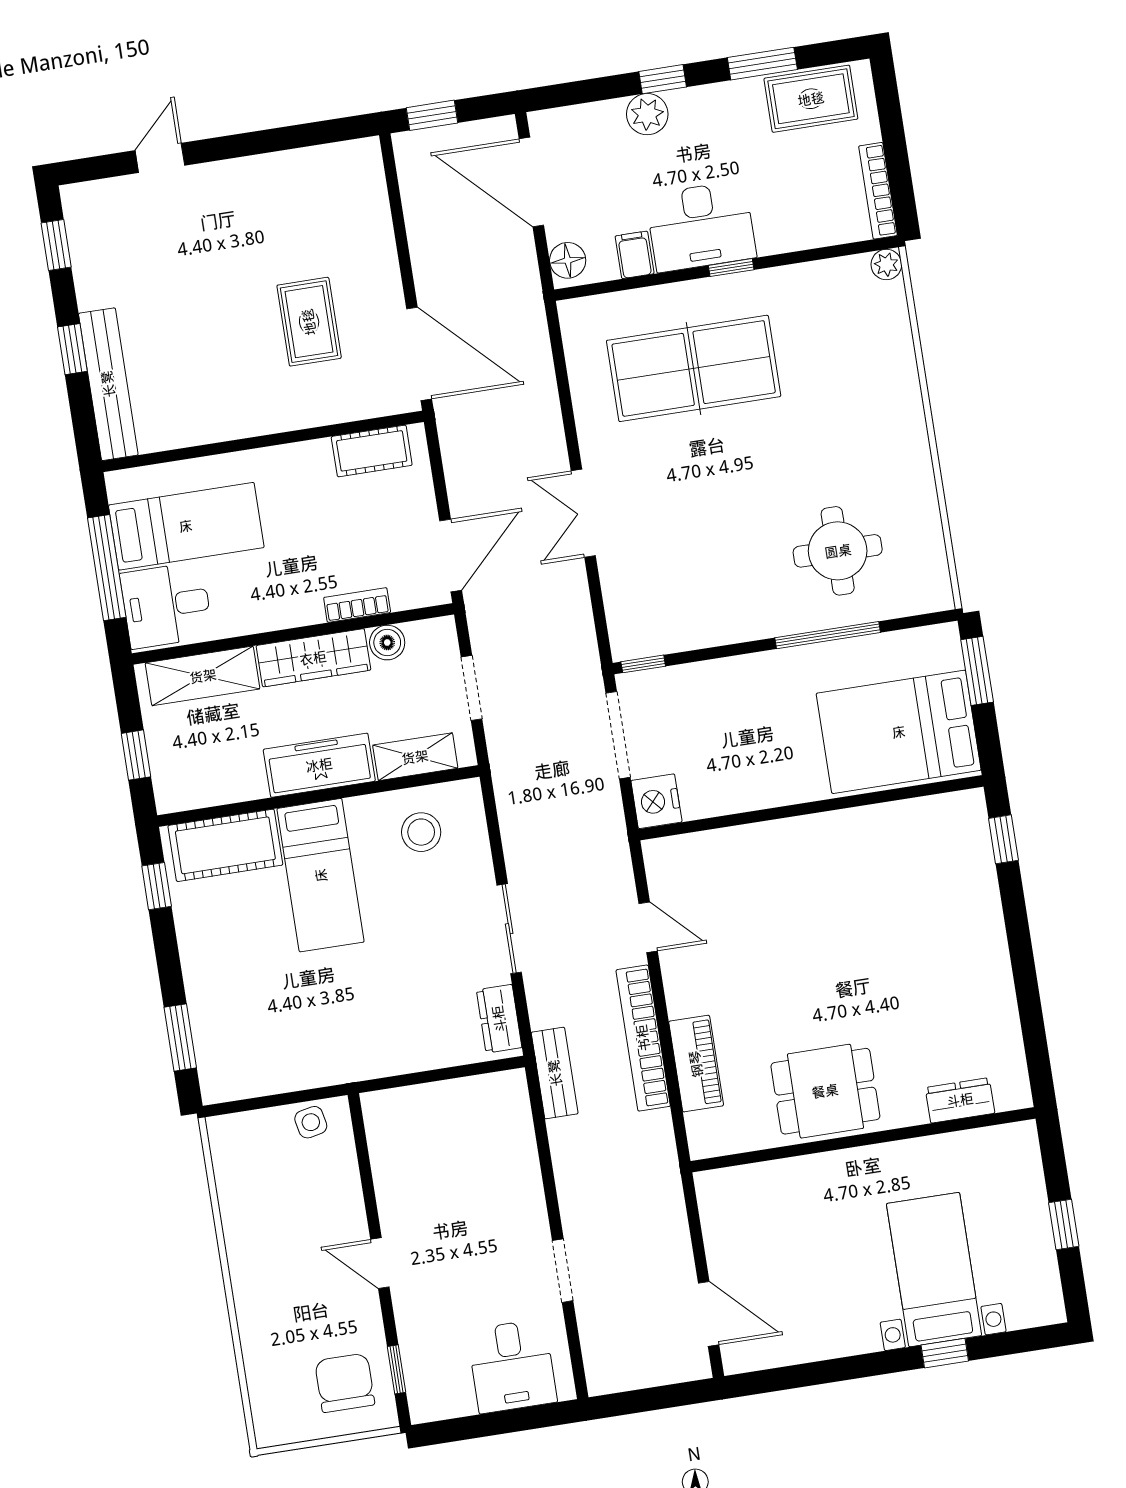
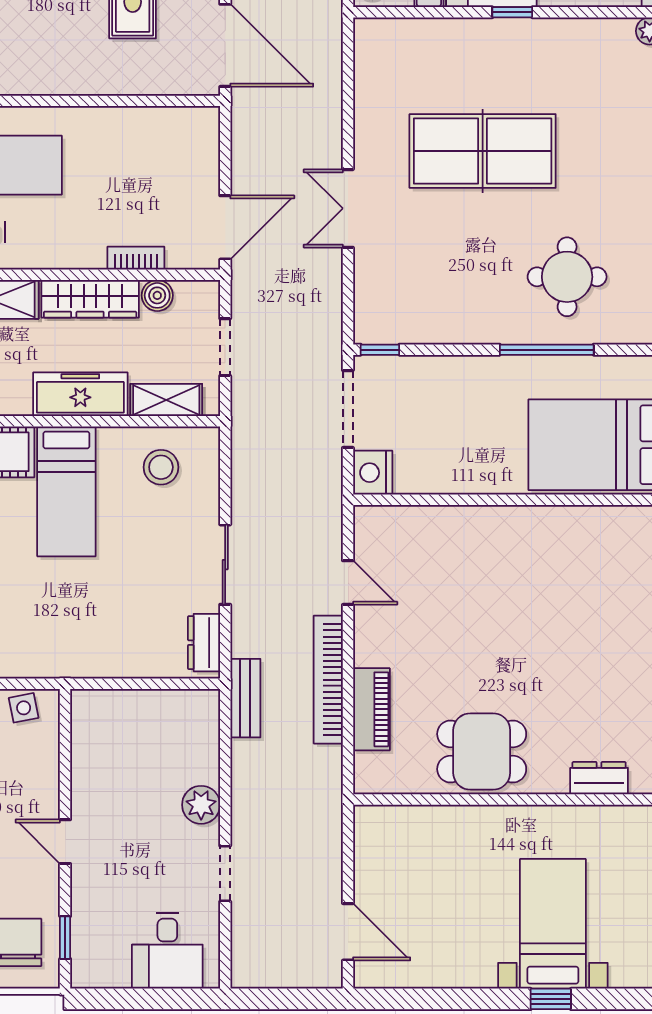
table tennis table: (694, 368) -> (483, 151), moved
cot: (372, 451) -> (170, 124), removed
plant: (524, 1199) -> (201, 805), added

